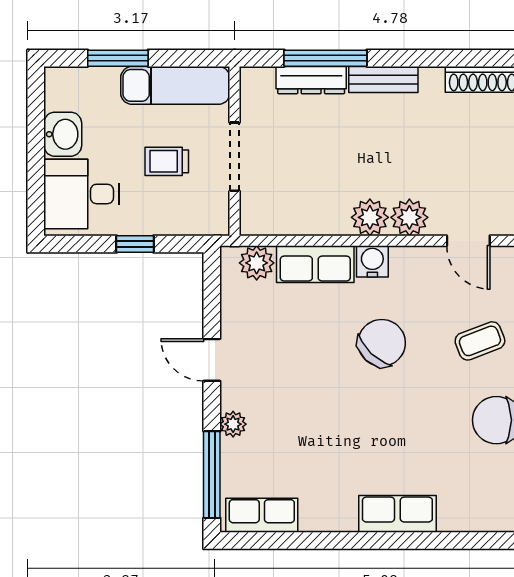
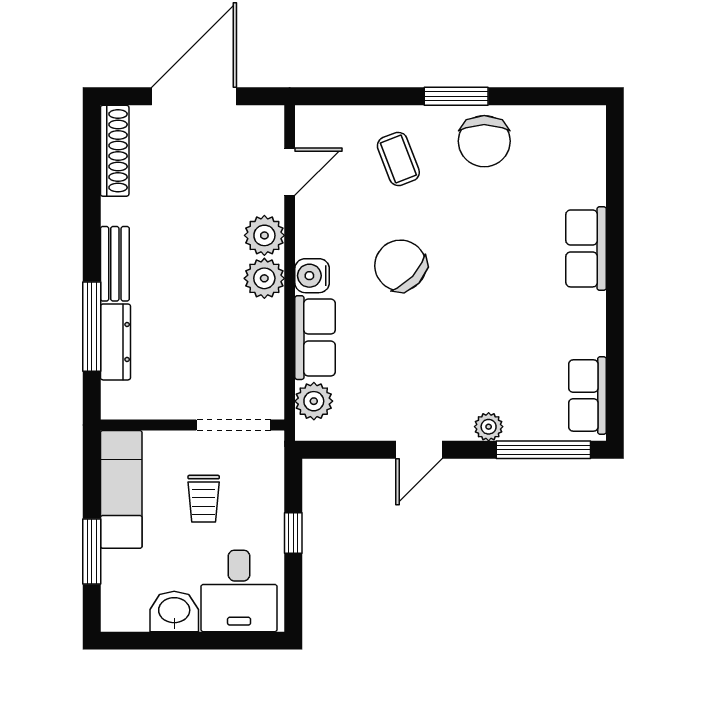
doorway: (235, 157) -> (233, 425), moved

